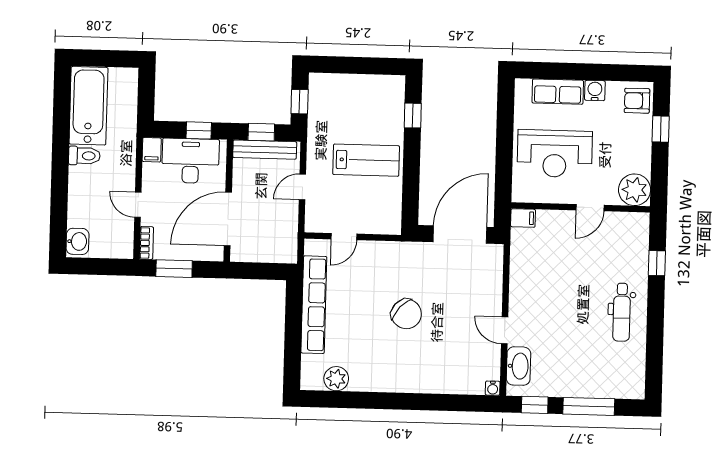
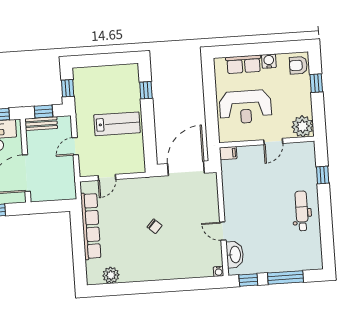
bench: (265, 150) -> (41, 124), width x0.73
dental chair: (622, 312) -> (302, 211), turned 180
chair: (406, 314) -> (155, 226), width x0.54, depth x0.54

